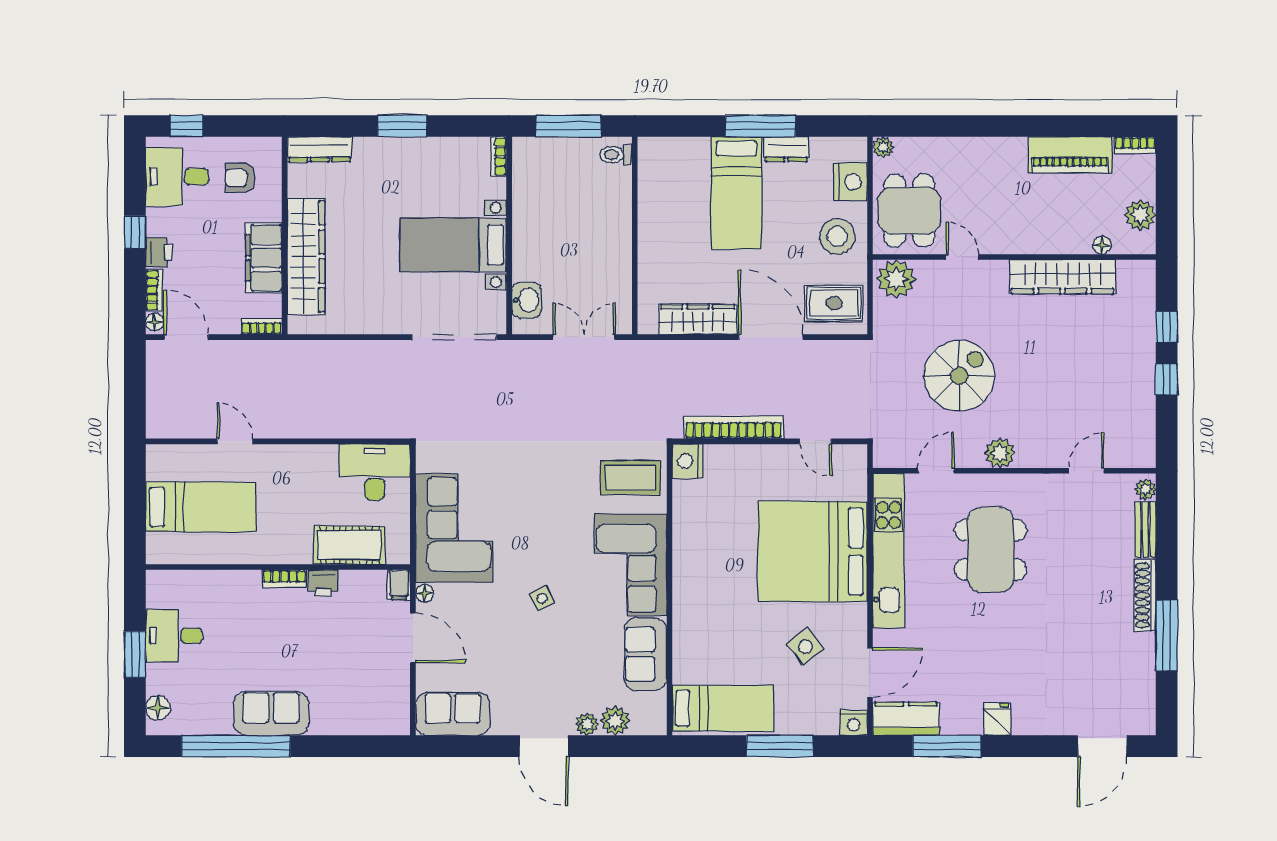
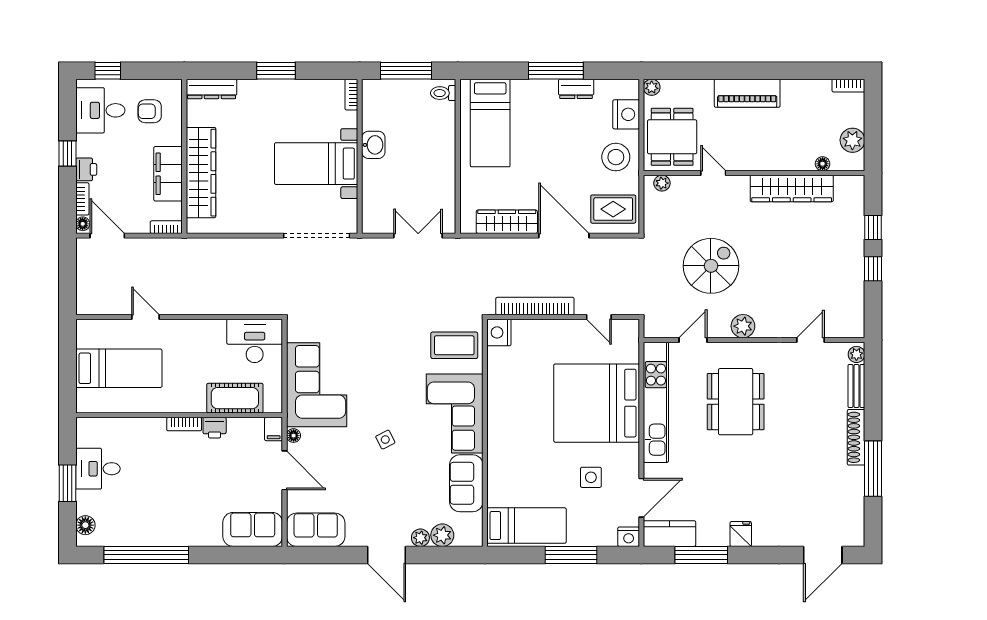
piano: (1070, 155) -> (747, 93), moved
bed: (736, 193) -> (490, 123), moved
plant: (896, 279) -> (662, 183), width x0.53, depth x0.53
washbasin: (527, 300) -> (373, 145), moved
side table: (805, 647) -> (591, 477), turned 38
sofa: (271, 713) -> (253, 529), moved

